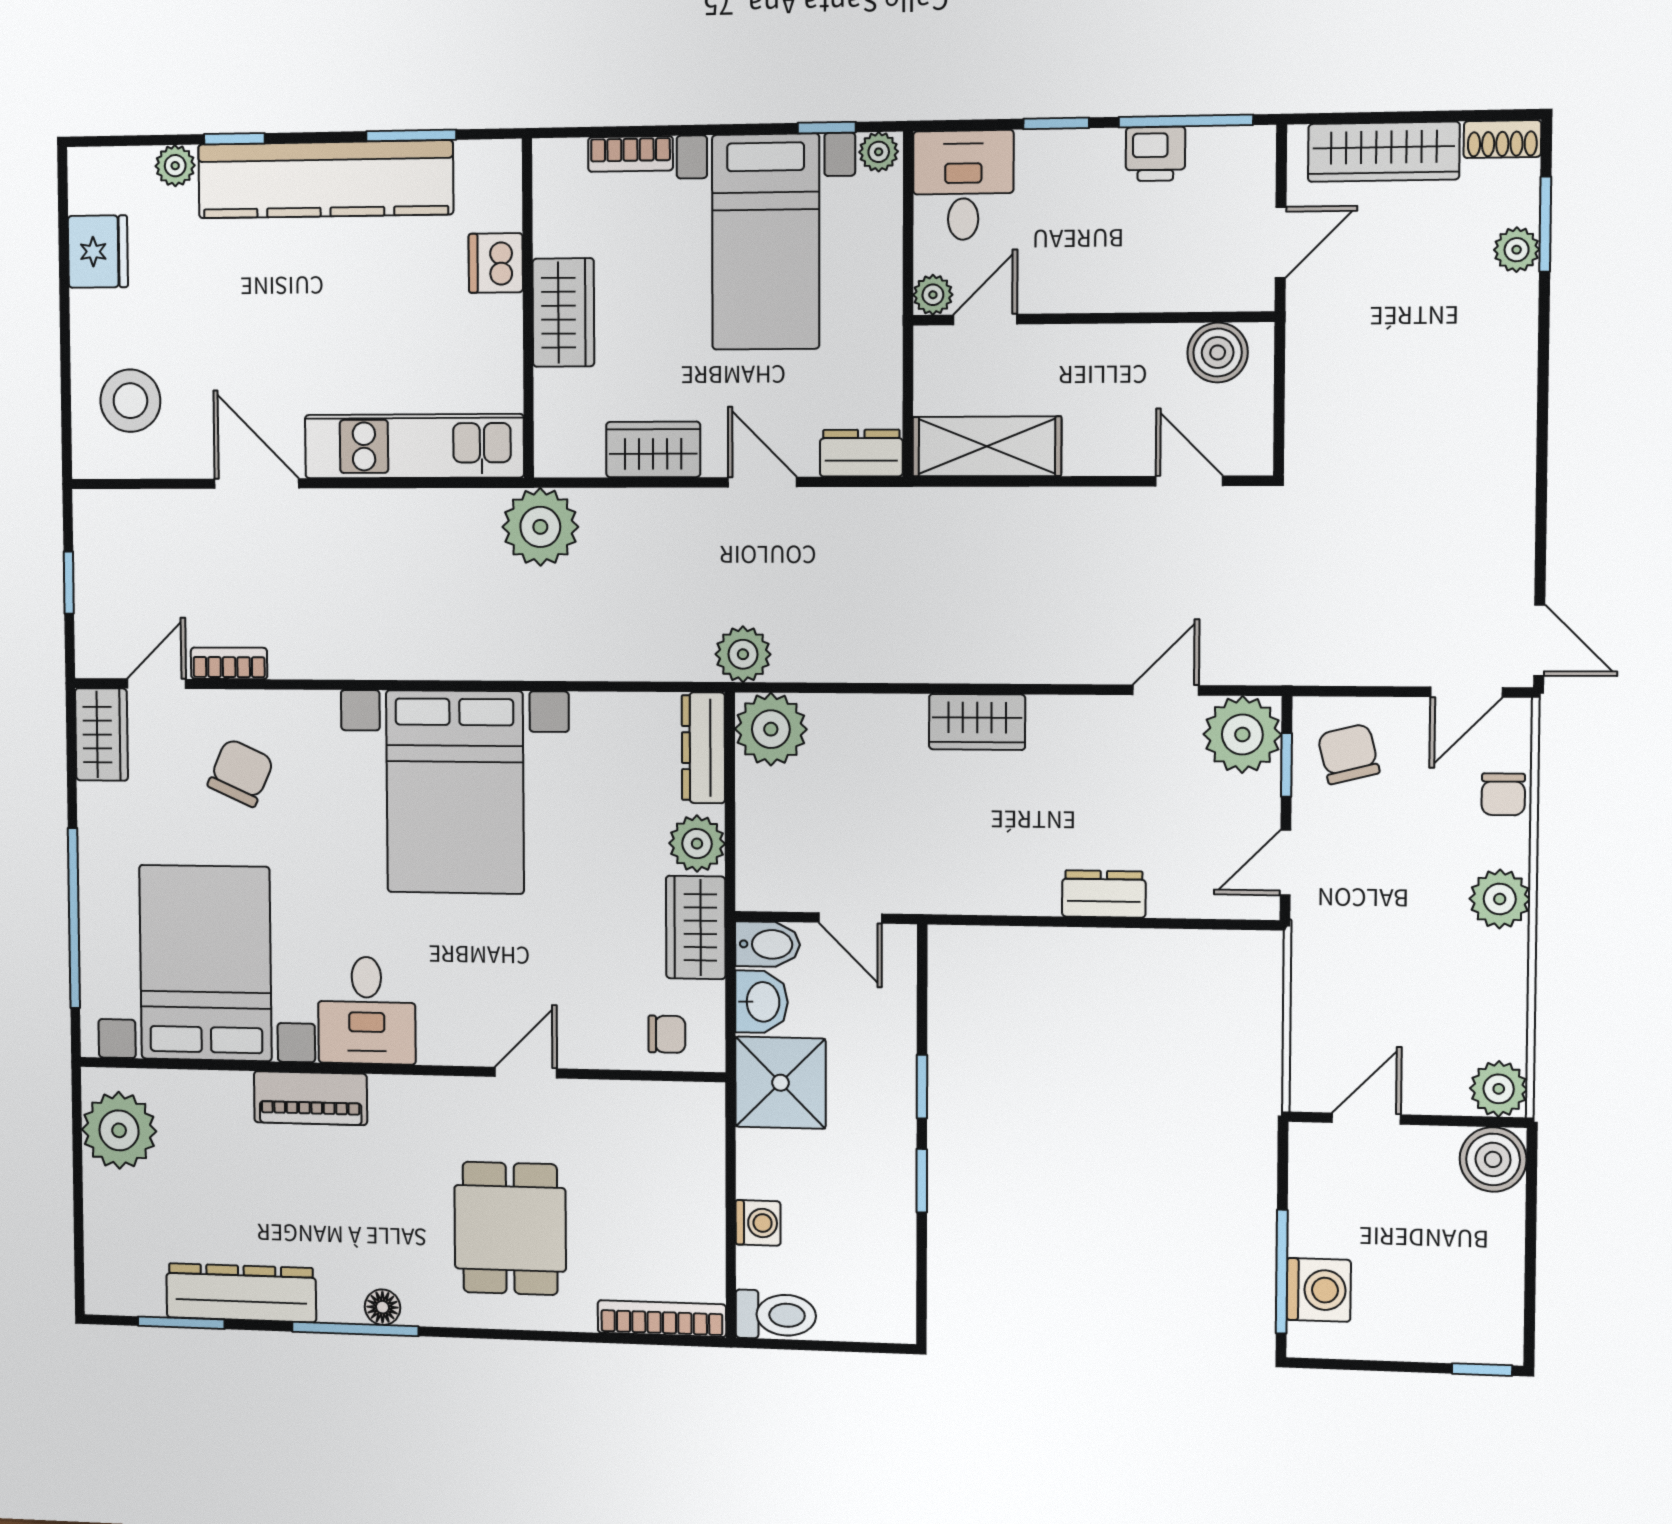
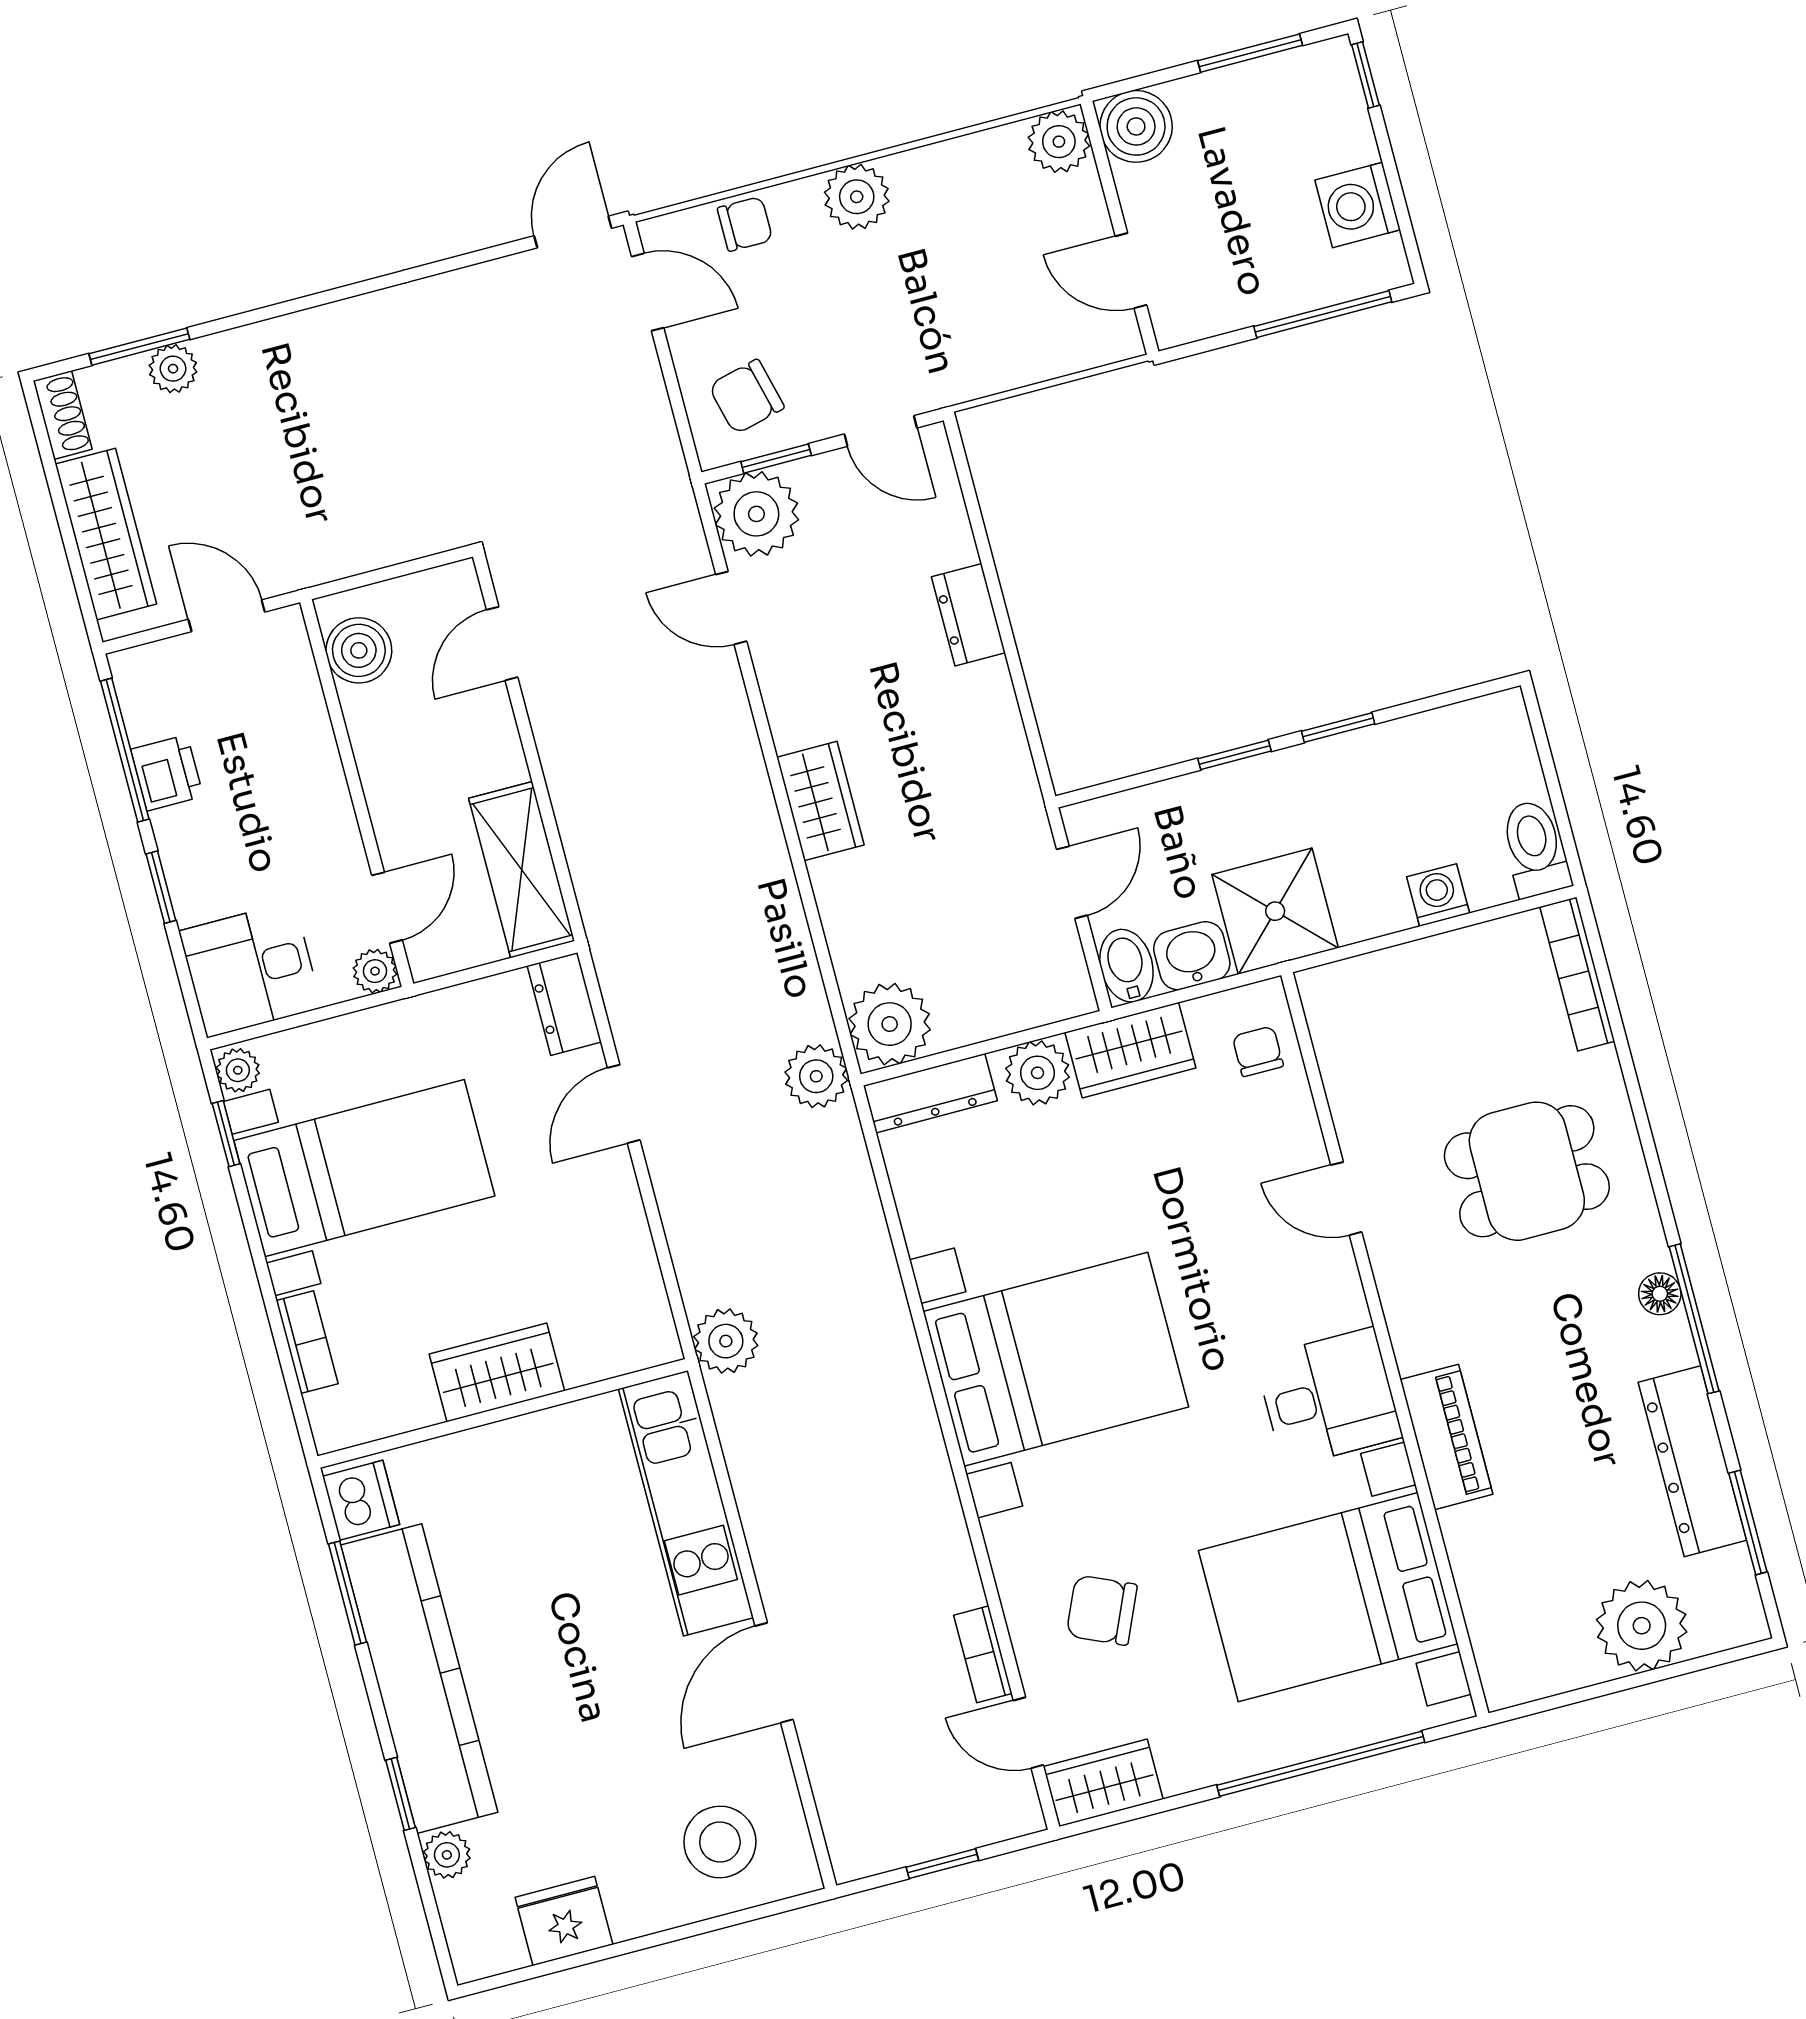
dishwasher: (496, 263) -> (361, 1500), moved, turned -90
door: (985, 319) -> (387, 908), swing flipped
wardrobe: (653, 449) -> (620, 1234), removed
plant: (540, 527) -> (726, 1341), width x0.73, depth x0.73
plant: (119, 1130) -> (1642, 1626), moved
window: (1530, 1276) -> (1250, 53), added
washing machine: (1319, 1290) -> (1358, 205), moved, turned -90

